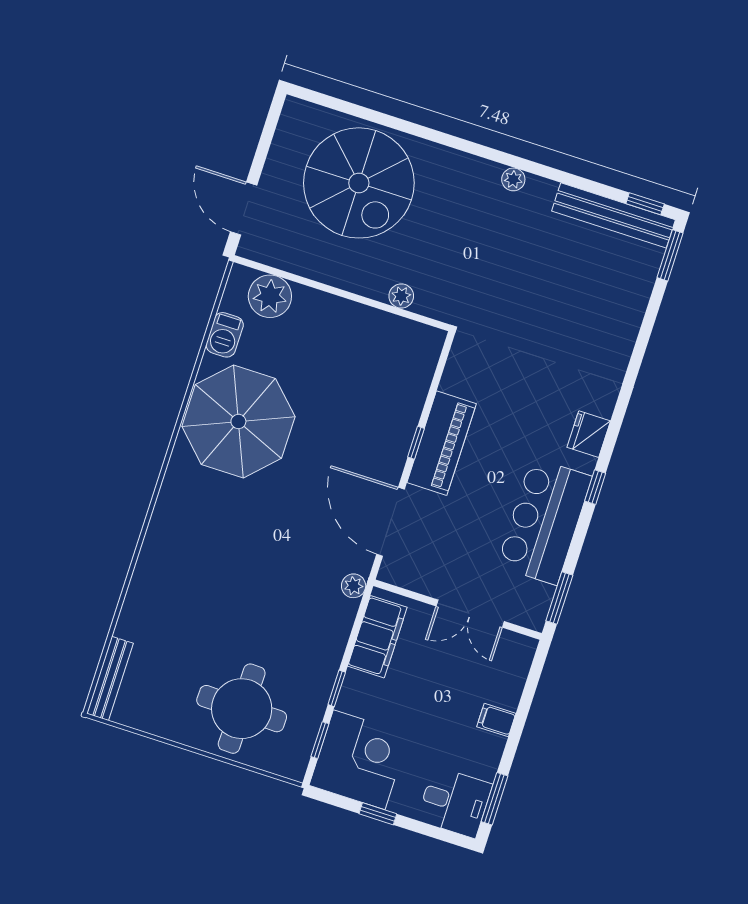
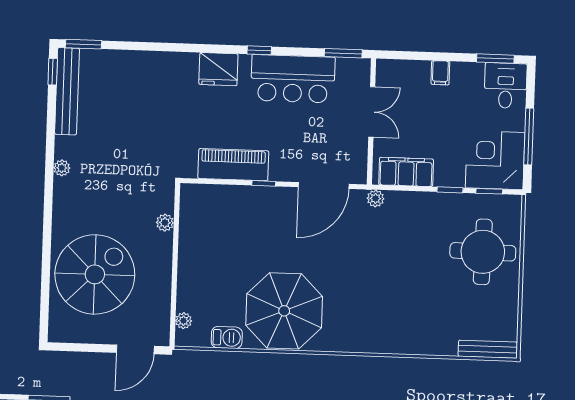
plant: (270, 296) -> (184, 321), width x0.53, depth x0.53
fridge: (589, 434) -> (218, 69), width x1.36, depth x1.34
piano: (442, 443) -> (233, 165), moved
window: (378, 814) -> (529, 137), width x2.17

